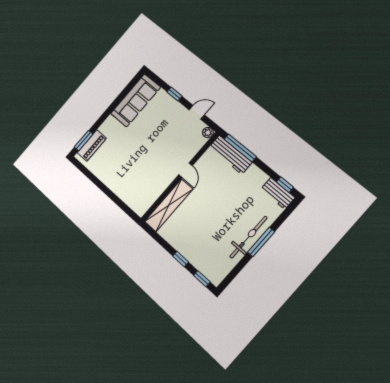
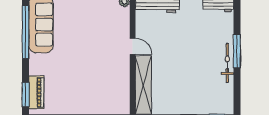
window: (121, 97) -> (26, 32), added
bicycle: (248, 237) -> (227, 63), width x0.73, depth x0.71

